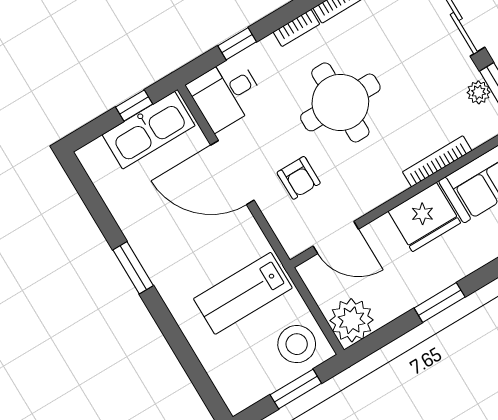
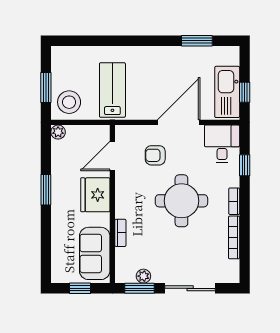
bookcase: (437, 161) -> (120, 233), width x0.64
fridge: (424, 217) -> (95, 195), moved
window: (133, 268) -> (197, 41), moved
plant: (352, 320) -> (58, 132), width x0.53, depth x0.53

